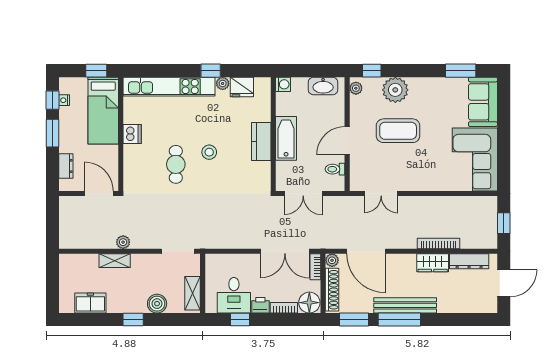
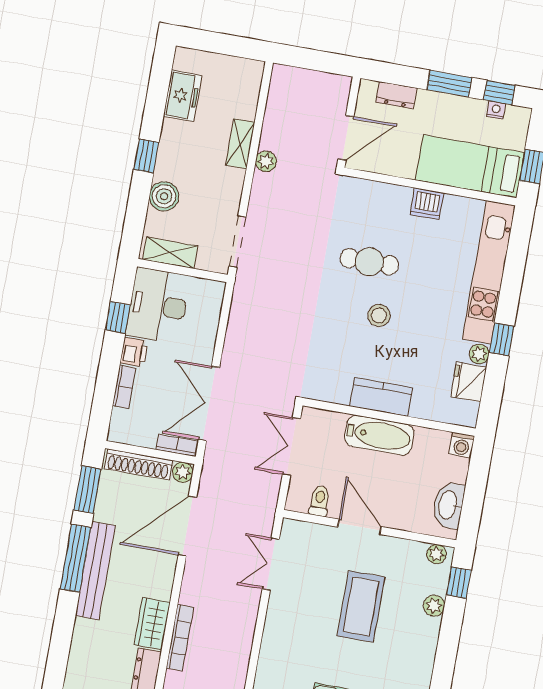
plant: (395, 90) -> (434, 606), width x0.53, depth x0.53
desk: (234, 295) -> (158, 305), width x1.37
floor lamp: (309, 303) -> (125, 427), removed

